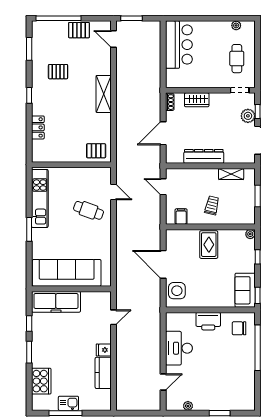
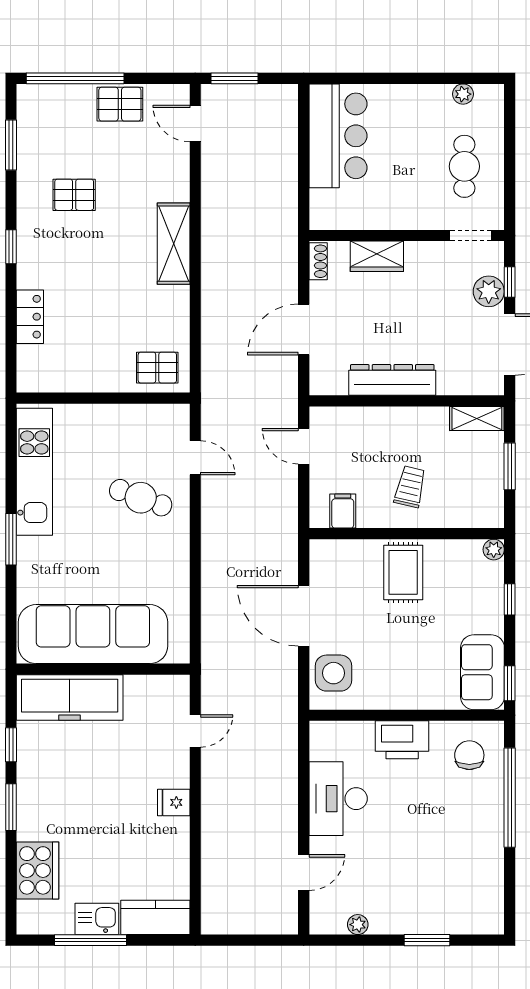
shelving: (231, 174) -> (477, 419), moved
chair: (239, 328) -> (469, 755), turned 90
kitchen counter: (103, 373) -> (155, 917), moved, turned 90

